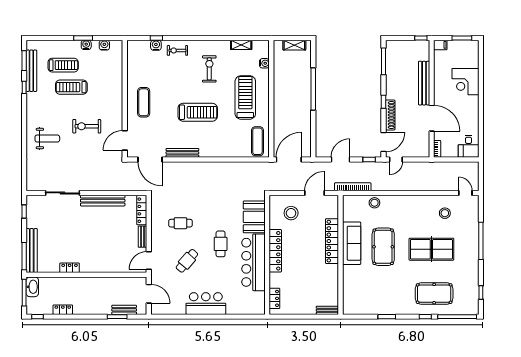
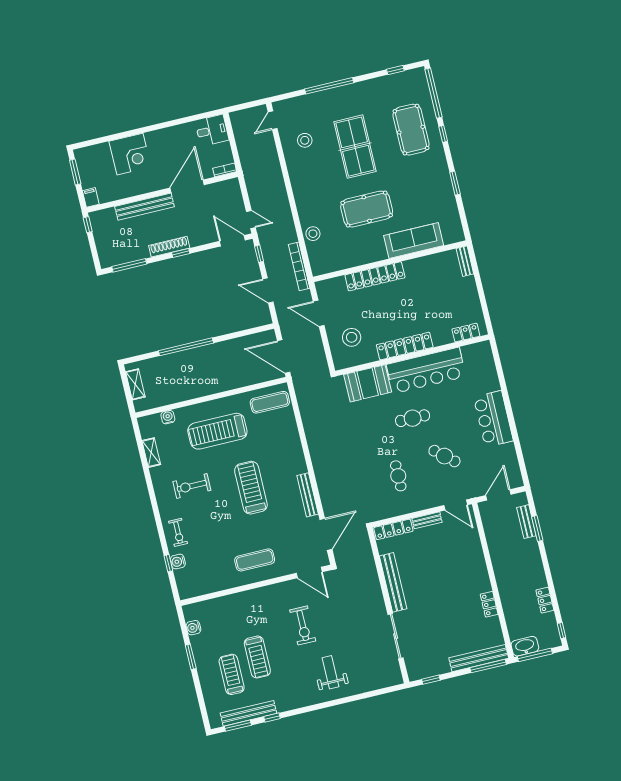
water cooler: (86, 45) -> (199, 651), removed
shoe rack: (390, 115) -> (169, 247), moved
sofa: (352, 243) -> (414, 241), moved

